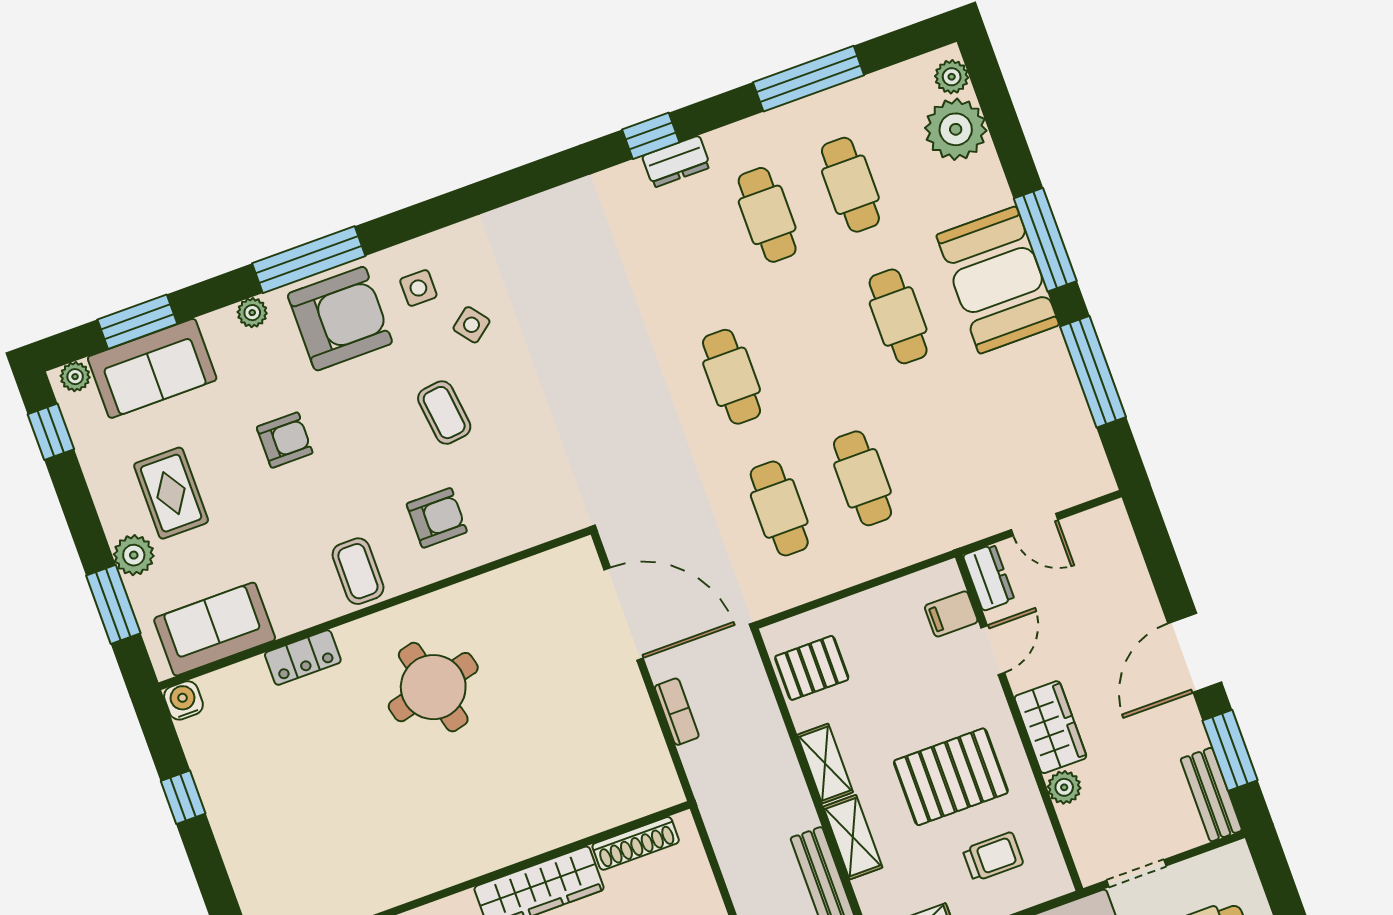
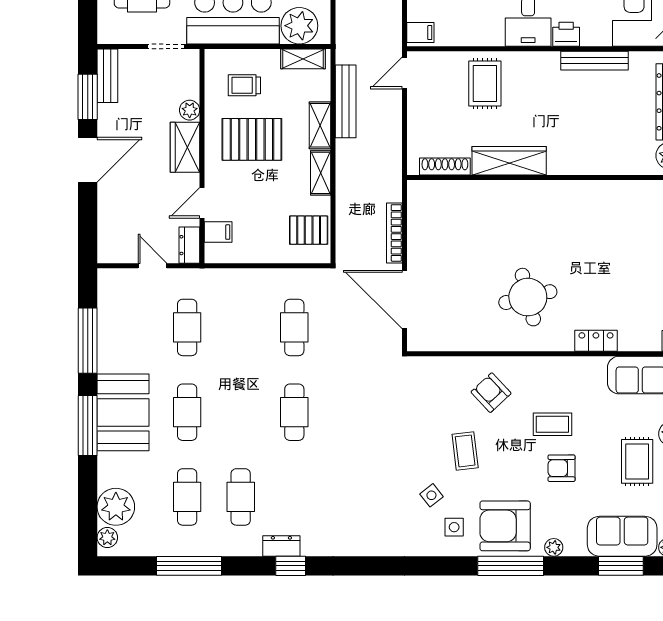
cafe table: (862, 478) -> (187, 327), moved
armchair: (437, 518) -> (491, 393), turned 47
coffee table: (358, 571) -> (552, 424), moved, turned 90
bookcase: (677, 712) -> (394, 233), width x1.56

